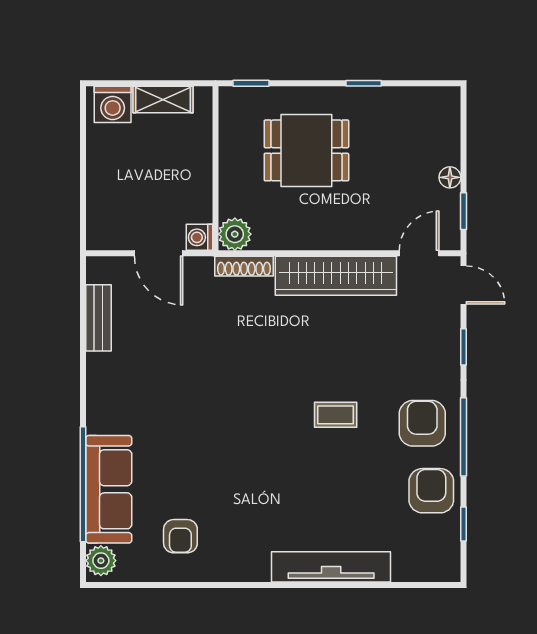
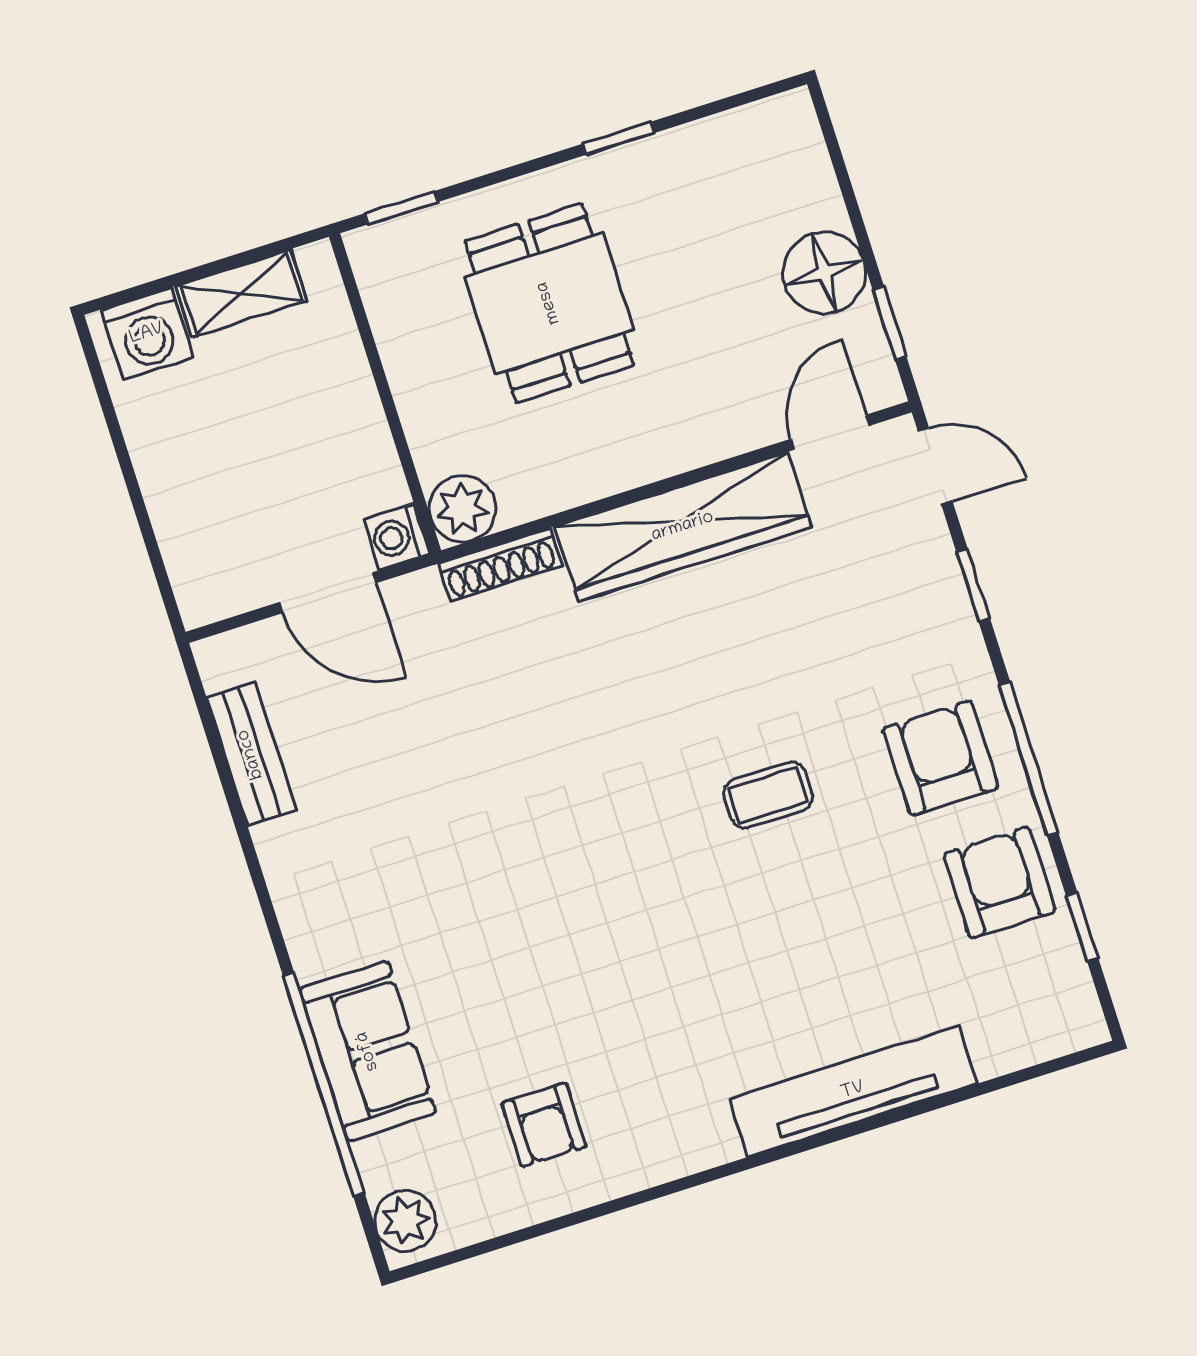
dining table: (306, 150) -> (549, 303), turned 90
floor lamp: (450, 177) -> (824, 273), width x1.89, depth x1.89
sofa: (109, 489) -> (368, 1051), width x0.73

